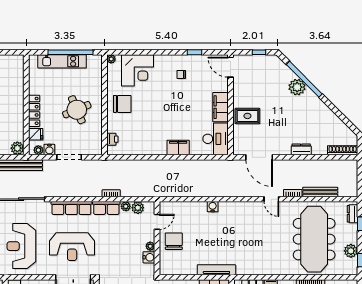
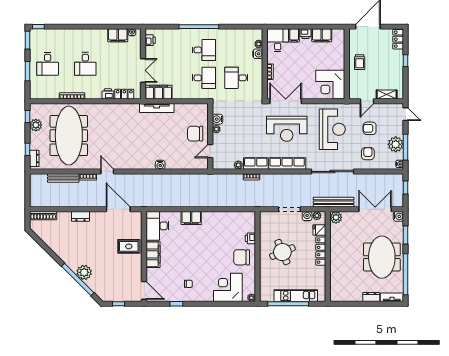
printer: (112, 139) -> (250, 238), moved
plant: (138, 208) -> (228, 164), removed
chair: (174, 241) -> (195, 134), turned 90
reception desk: (72, 247) -> (287, 129), turned 180

